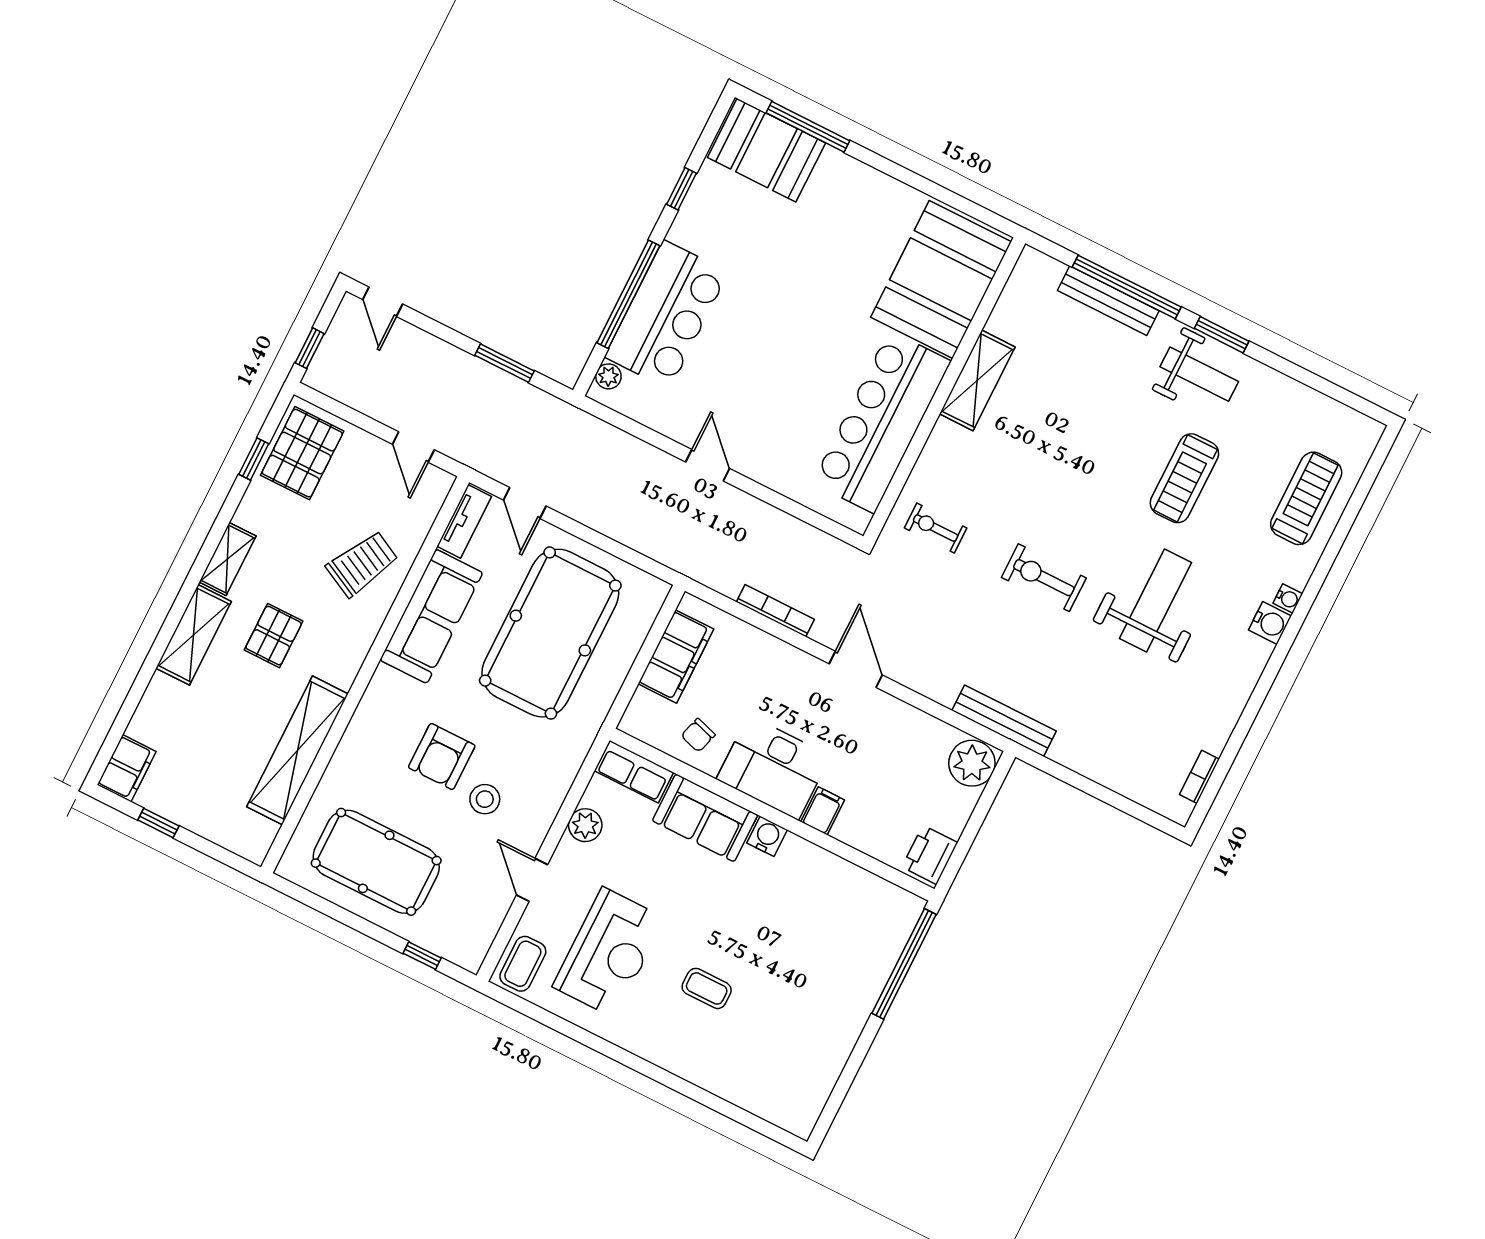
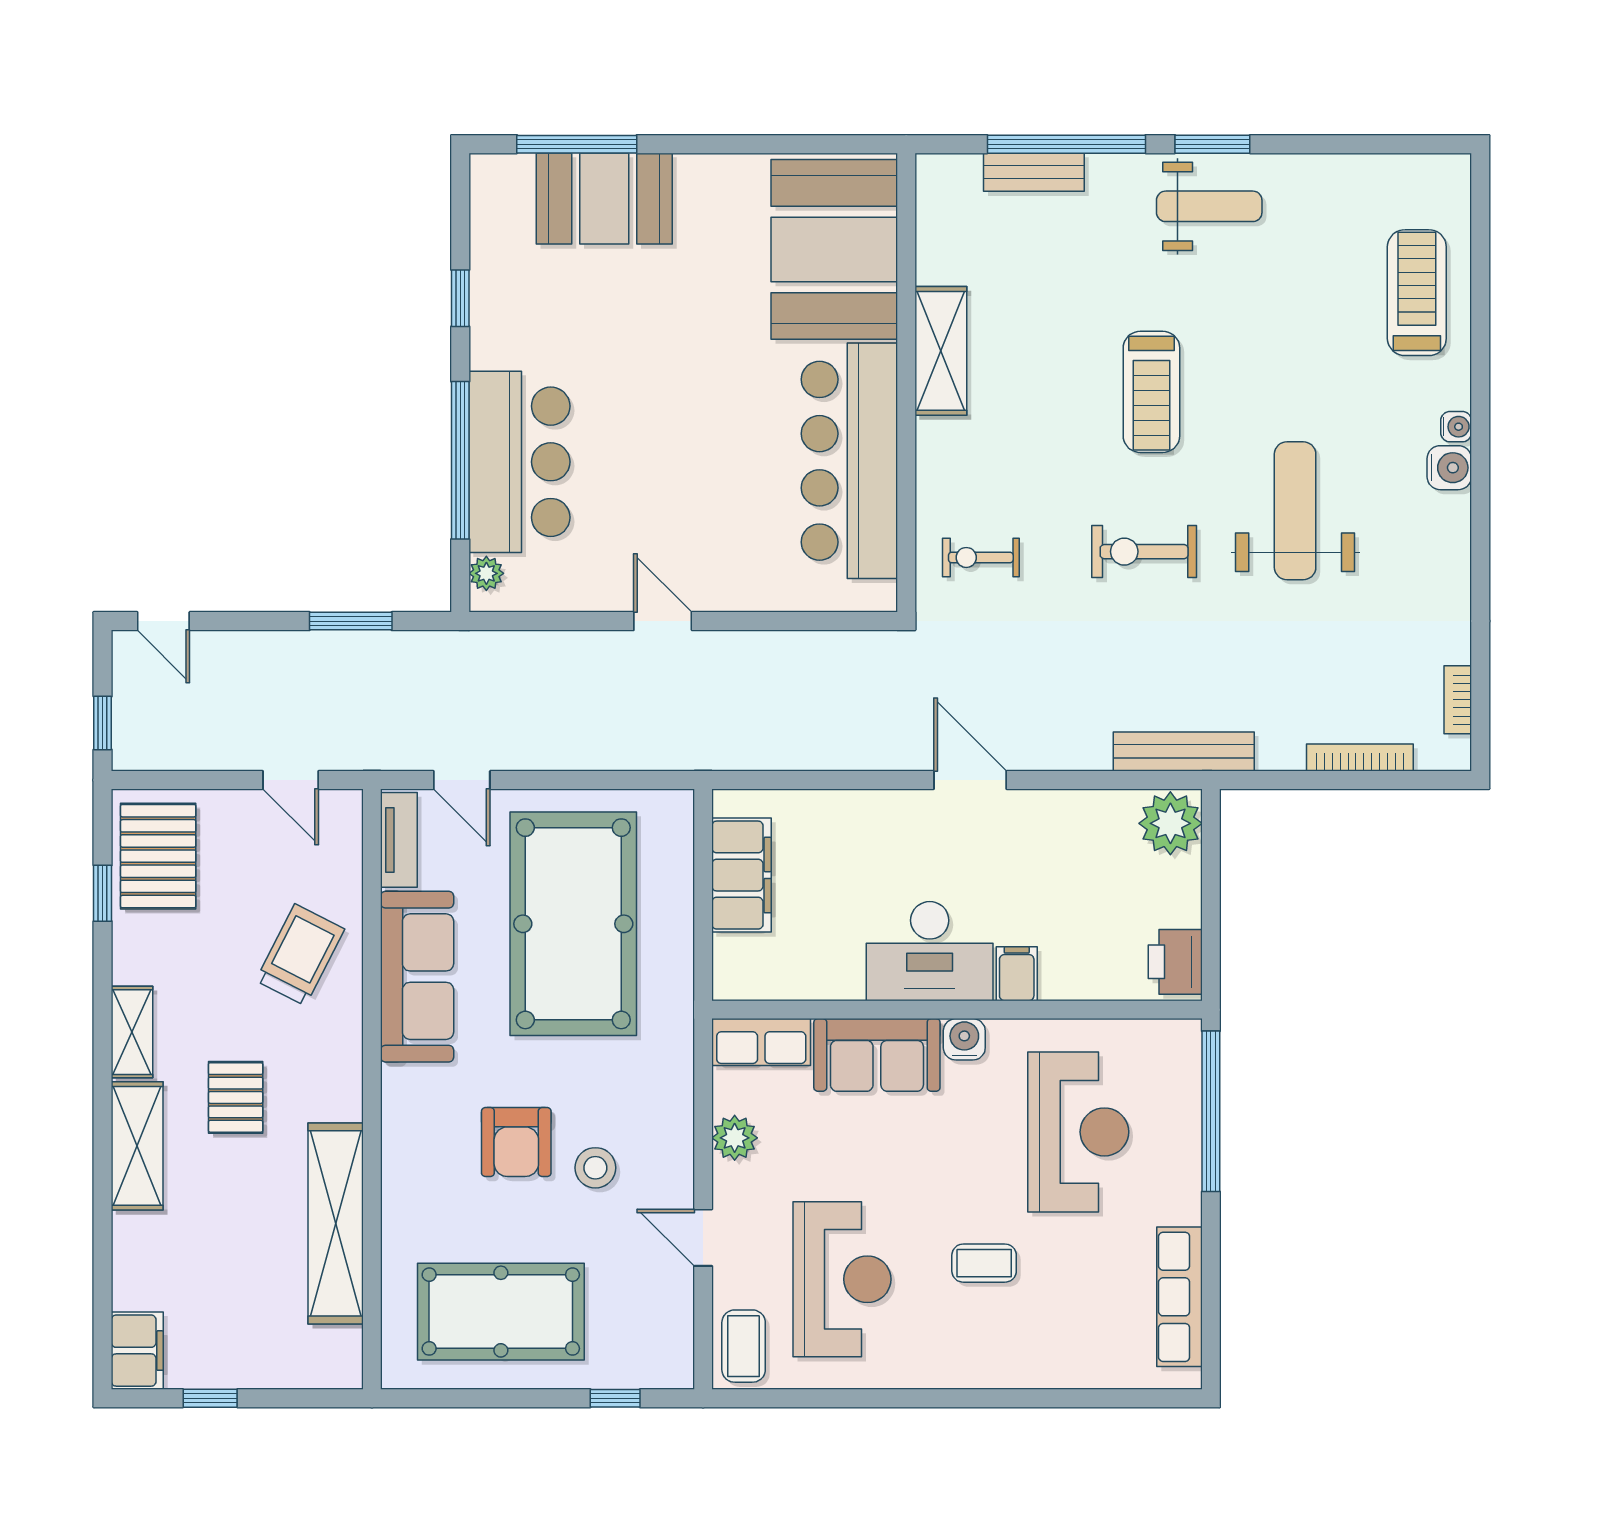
booth: (766, 150) -> (604, 199), moved
bench: (1108, 301) -> (1034, 172), width x0.73
treadmill: (1184, 478) -> (1151, 392), moved
bookcase: (775, 611) -> (1360, 758), moved
chair: (698, 735) -> (818, 958), removed
reception desk: (811, 934) -> (1078, 1132), added
row of seats: (823, 1074) -> (1179, 1297), added

